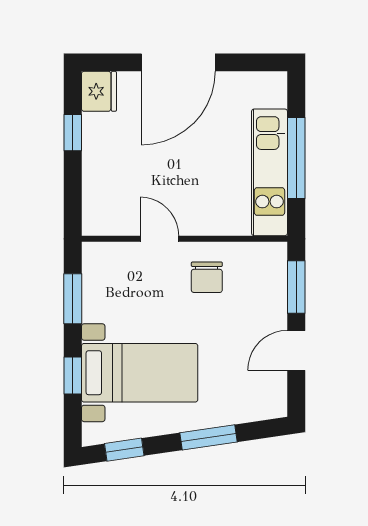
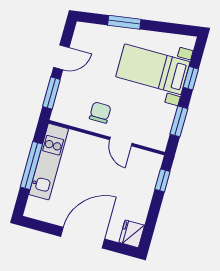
window: (73, 133) -> (162, 180), moved
window: (124, 450) -> (173, 28), removed

